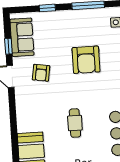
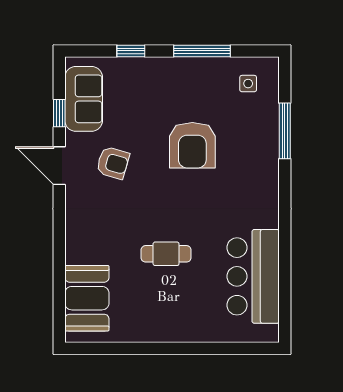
armchair: (41, 73) -> (113, 163), turned -83
cafe table: (75, 123) -> (166, 254), turned 90

